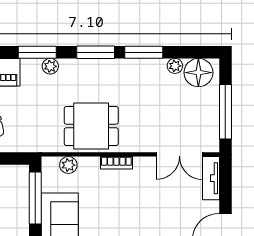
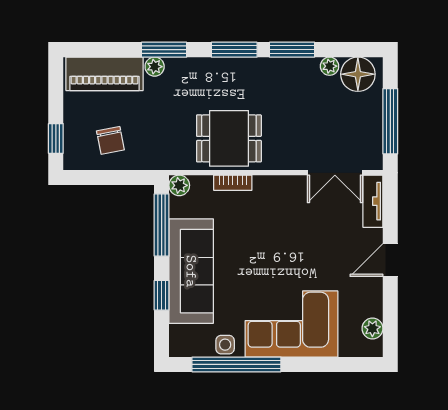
plant: (50, 66) -> (155, 67), moved
bookcase: (116, 163) -> (233, 183), moved
plant: (68, 165) -> (179, 185), moved

